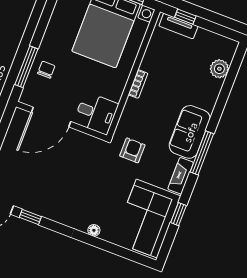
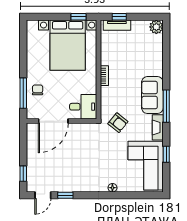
plant: (219, 69) -> (156, 27), moved
armchair: (132, 150) -> (118, 123), turned 129

